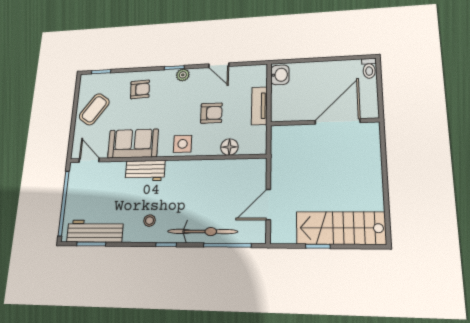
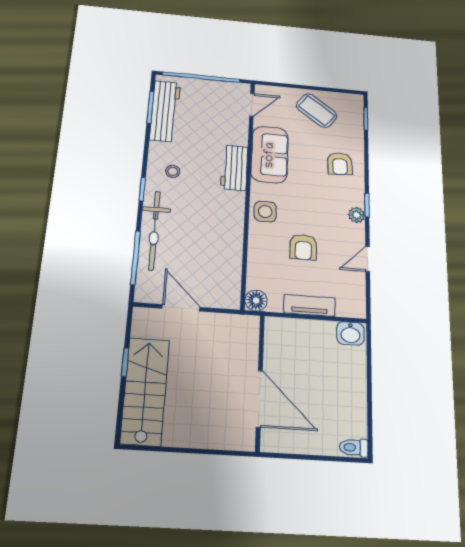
door: (338, 121) -> (259, 399), moved
wall: (324, 122) -> (260, 382), moved
floor lamp: (229, 147) -> (256, 300), moved

